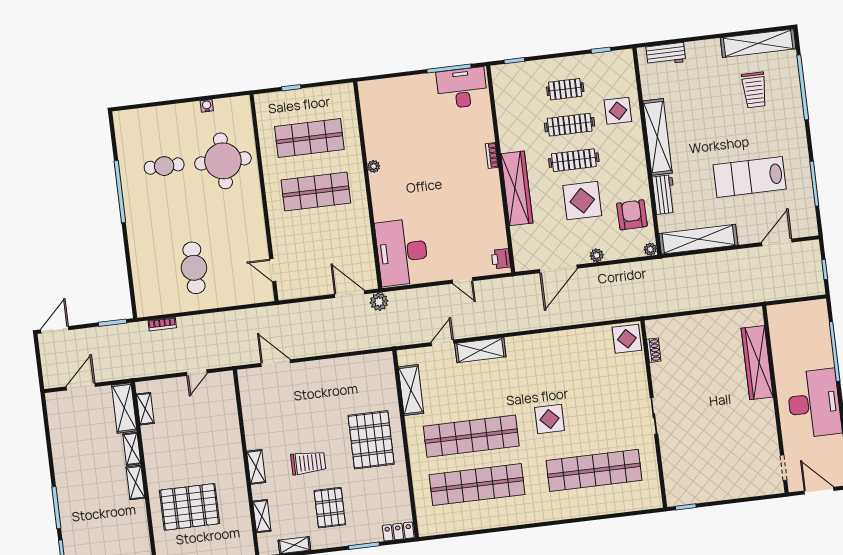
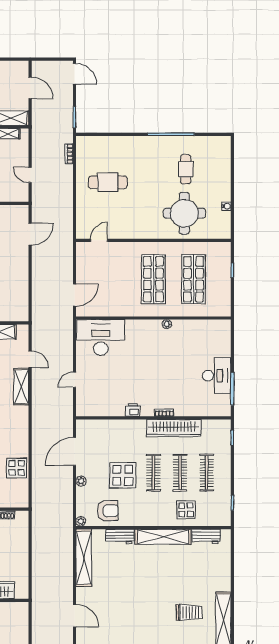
workbench: (666, 54) -> (206, 536), moved, turned -90
desk: (462, 88) -> (217, 376), moved
clothes rail: (565, 89) -> (207, 473), width x1.36
trolley: (754, 90) -> (189, 612), turned 180
lab bench: (750, 177) -> (125, 601), removed
wardrobe: (517, 188) -> (174, 428), moved
printer: (501, 259) -> (133, 410), moved
door: (558, 269) -> (74, 452), hinge flipped
plant: (379, 302) -> (66, 316), removed
display table: (627, 339) -> (17, 468), moved

